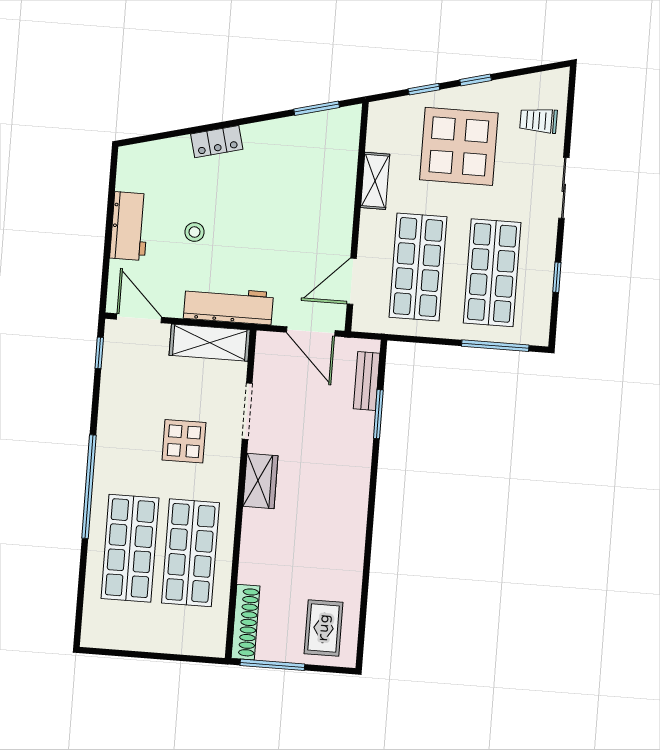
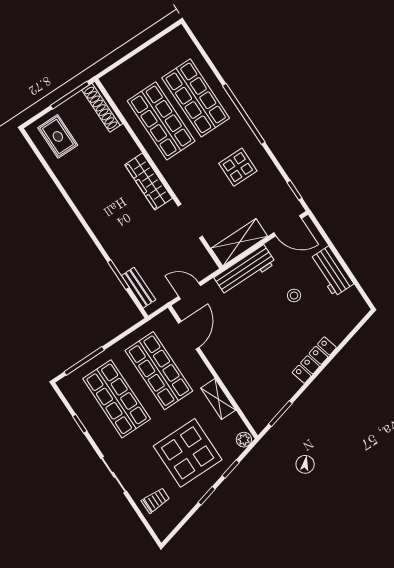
plant: (382, 111) -> (244, 440), added
locker: (217, 142) -> (314, 360), width x1.53
door: (311, 331) -> (190, 291), width x0.73
display table: (184, 441) -> (238, 167), moved
wardrobe: (260, 481) -> (149, 181), width x1.50

